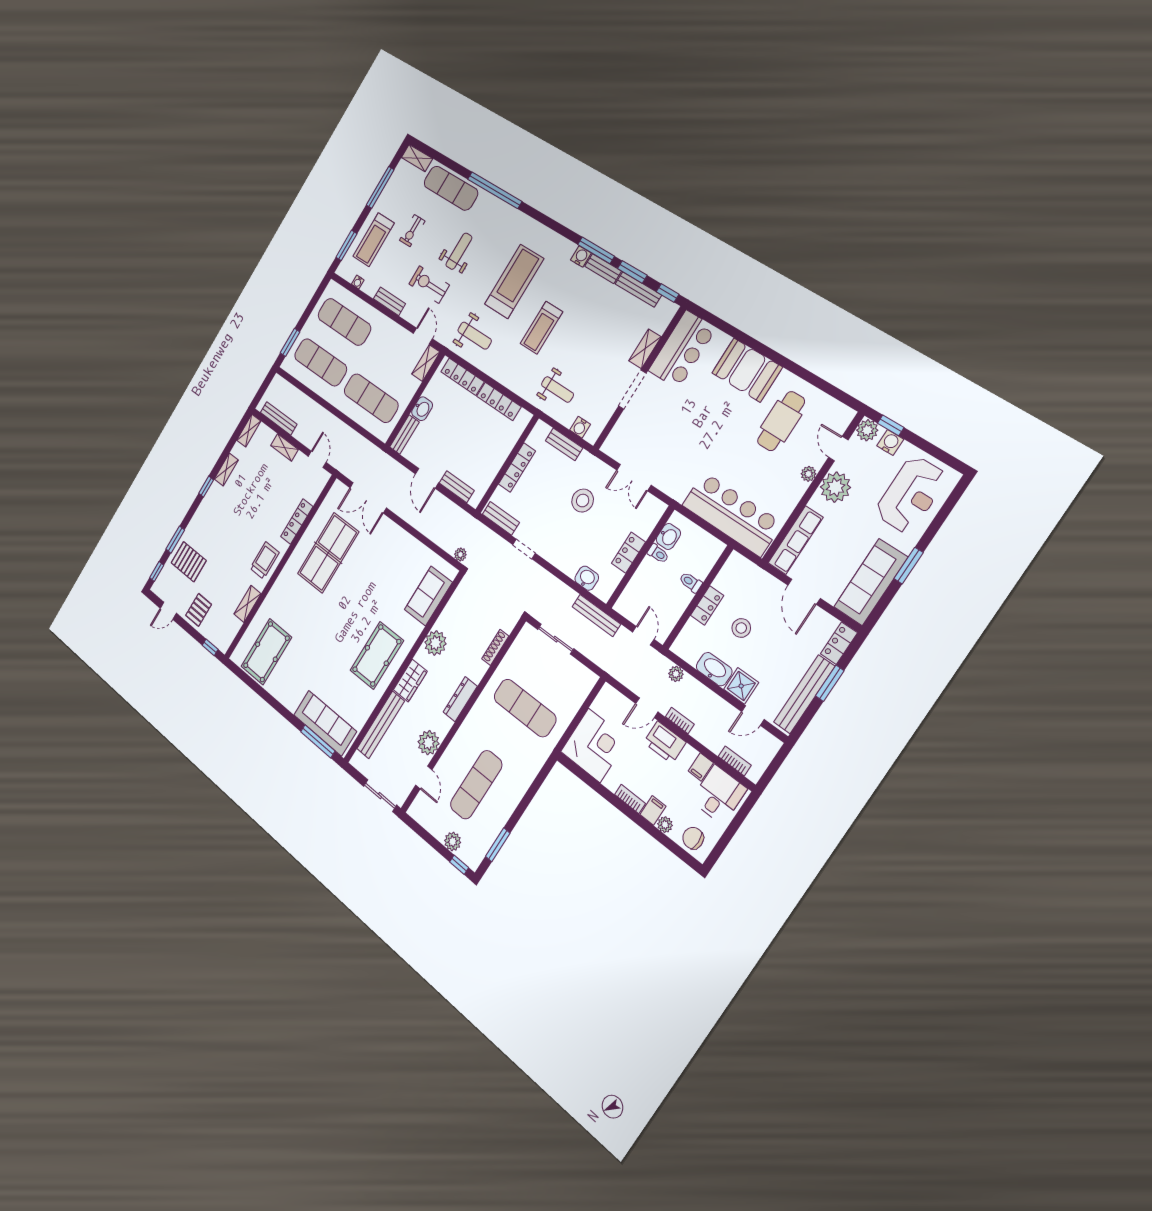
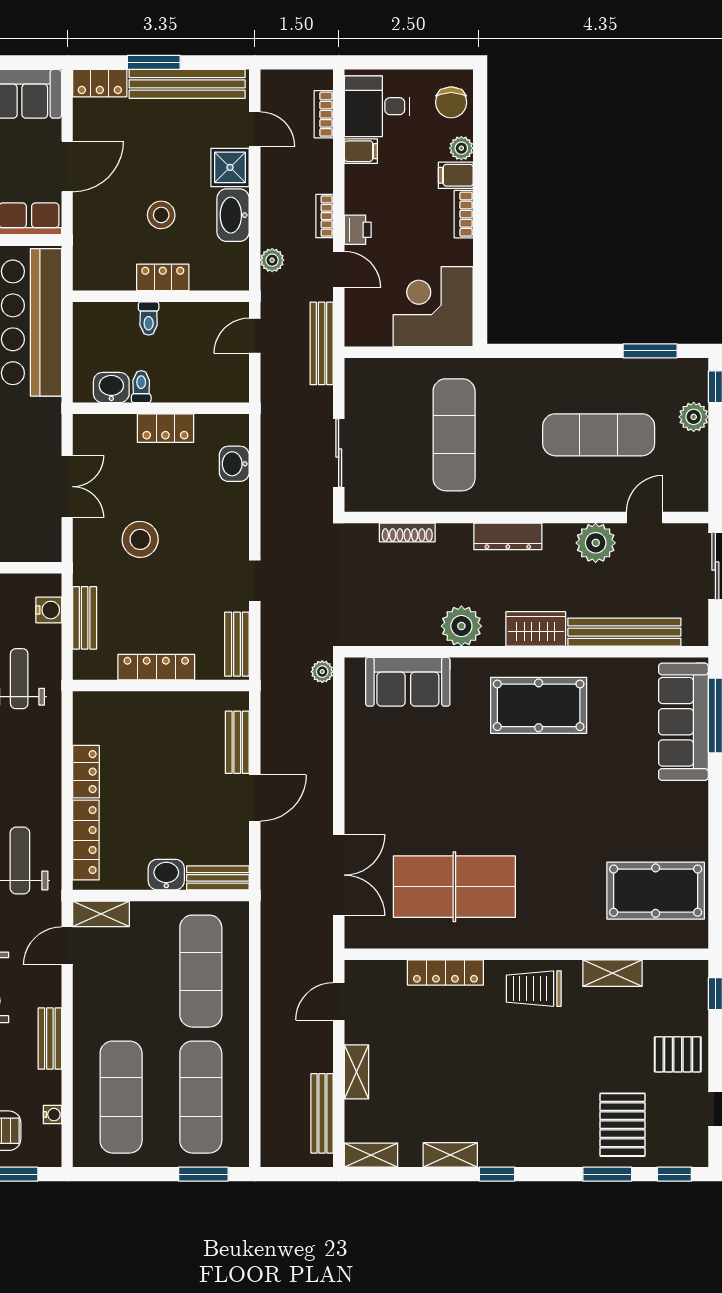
locker: (499, 401) -> (86, 772), width x0.66
bench: (596, 615) -> (322, 343), moved
printer: (665, 742) -> (358, 230), width x0.53, depth x0.68

